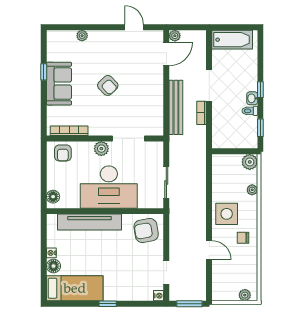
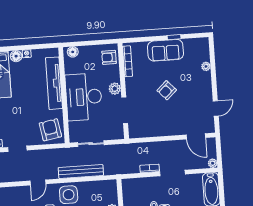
plant: (175, 36) -> (213, 163), moved
bench: (176, 107) -> (81, 172), moved

